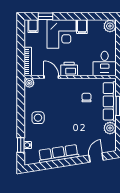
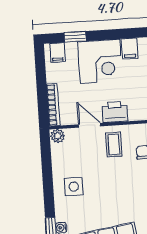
coffee table: (67, 91) -> (114, 144), added

